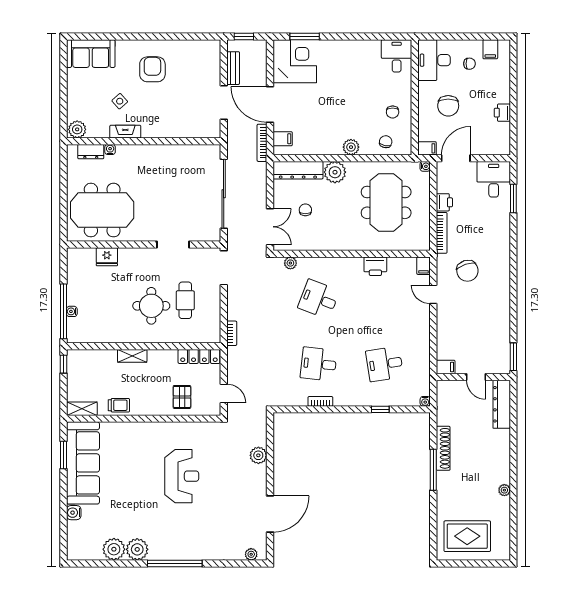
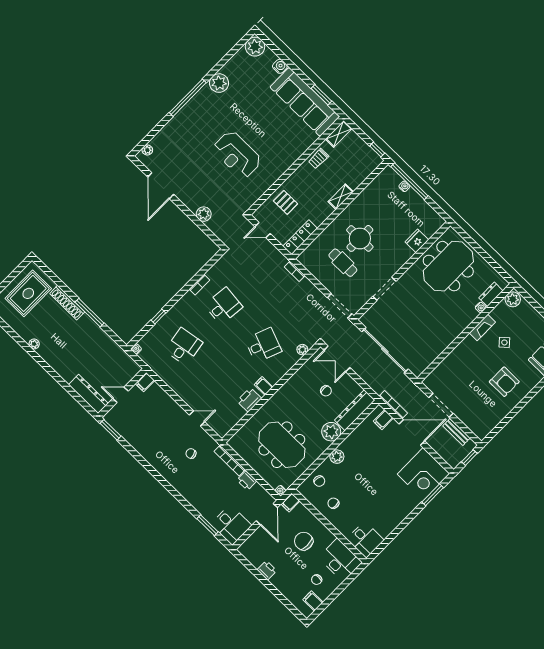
filing cabinet: (424, 266) -> (264, 386), moved
chair: (467, 271) -> (191, 453), width x0.54, depth x0.54
shoe rack: (443, 448) -> (67, 303), moved
plant: (114, 549) -> (255, 47), moved

